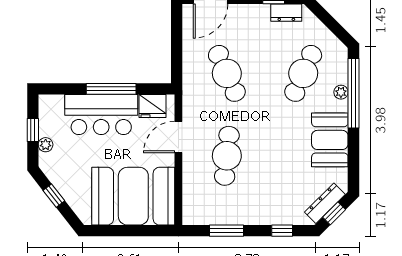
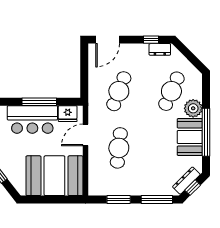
cafe table: (227, 73) -> (119, 91), turned 45
plant: (341, 92) -> (193, 108), width x1.88, depth x1.88
window: (353, 93) -> (206, 132), moved
window: (282, 231) -> (157, 199), width x2.17

